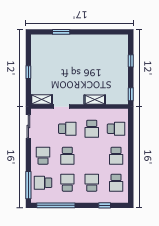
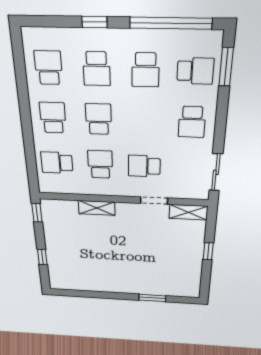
school desk: (67, 156) -> (99, 119), moved
window: (28, 185) -> (226, 67), width x0.69
window: (105, 205) -> (95, 22), moved

